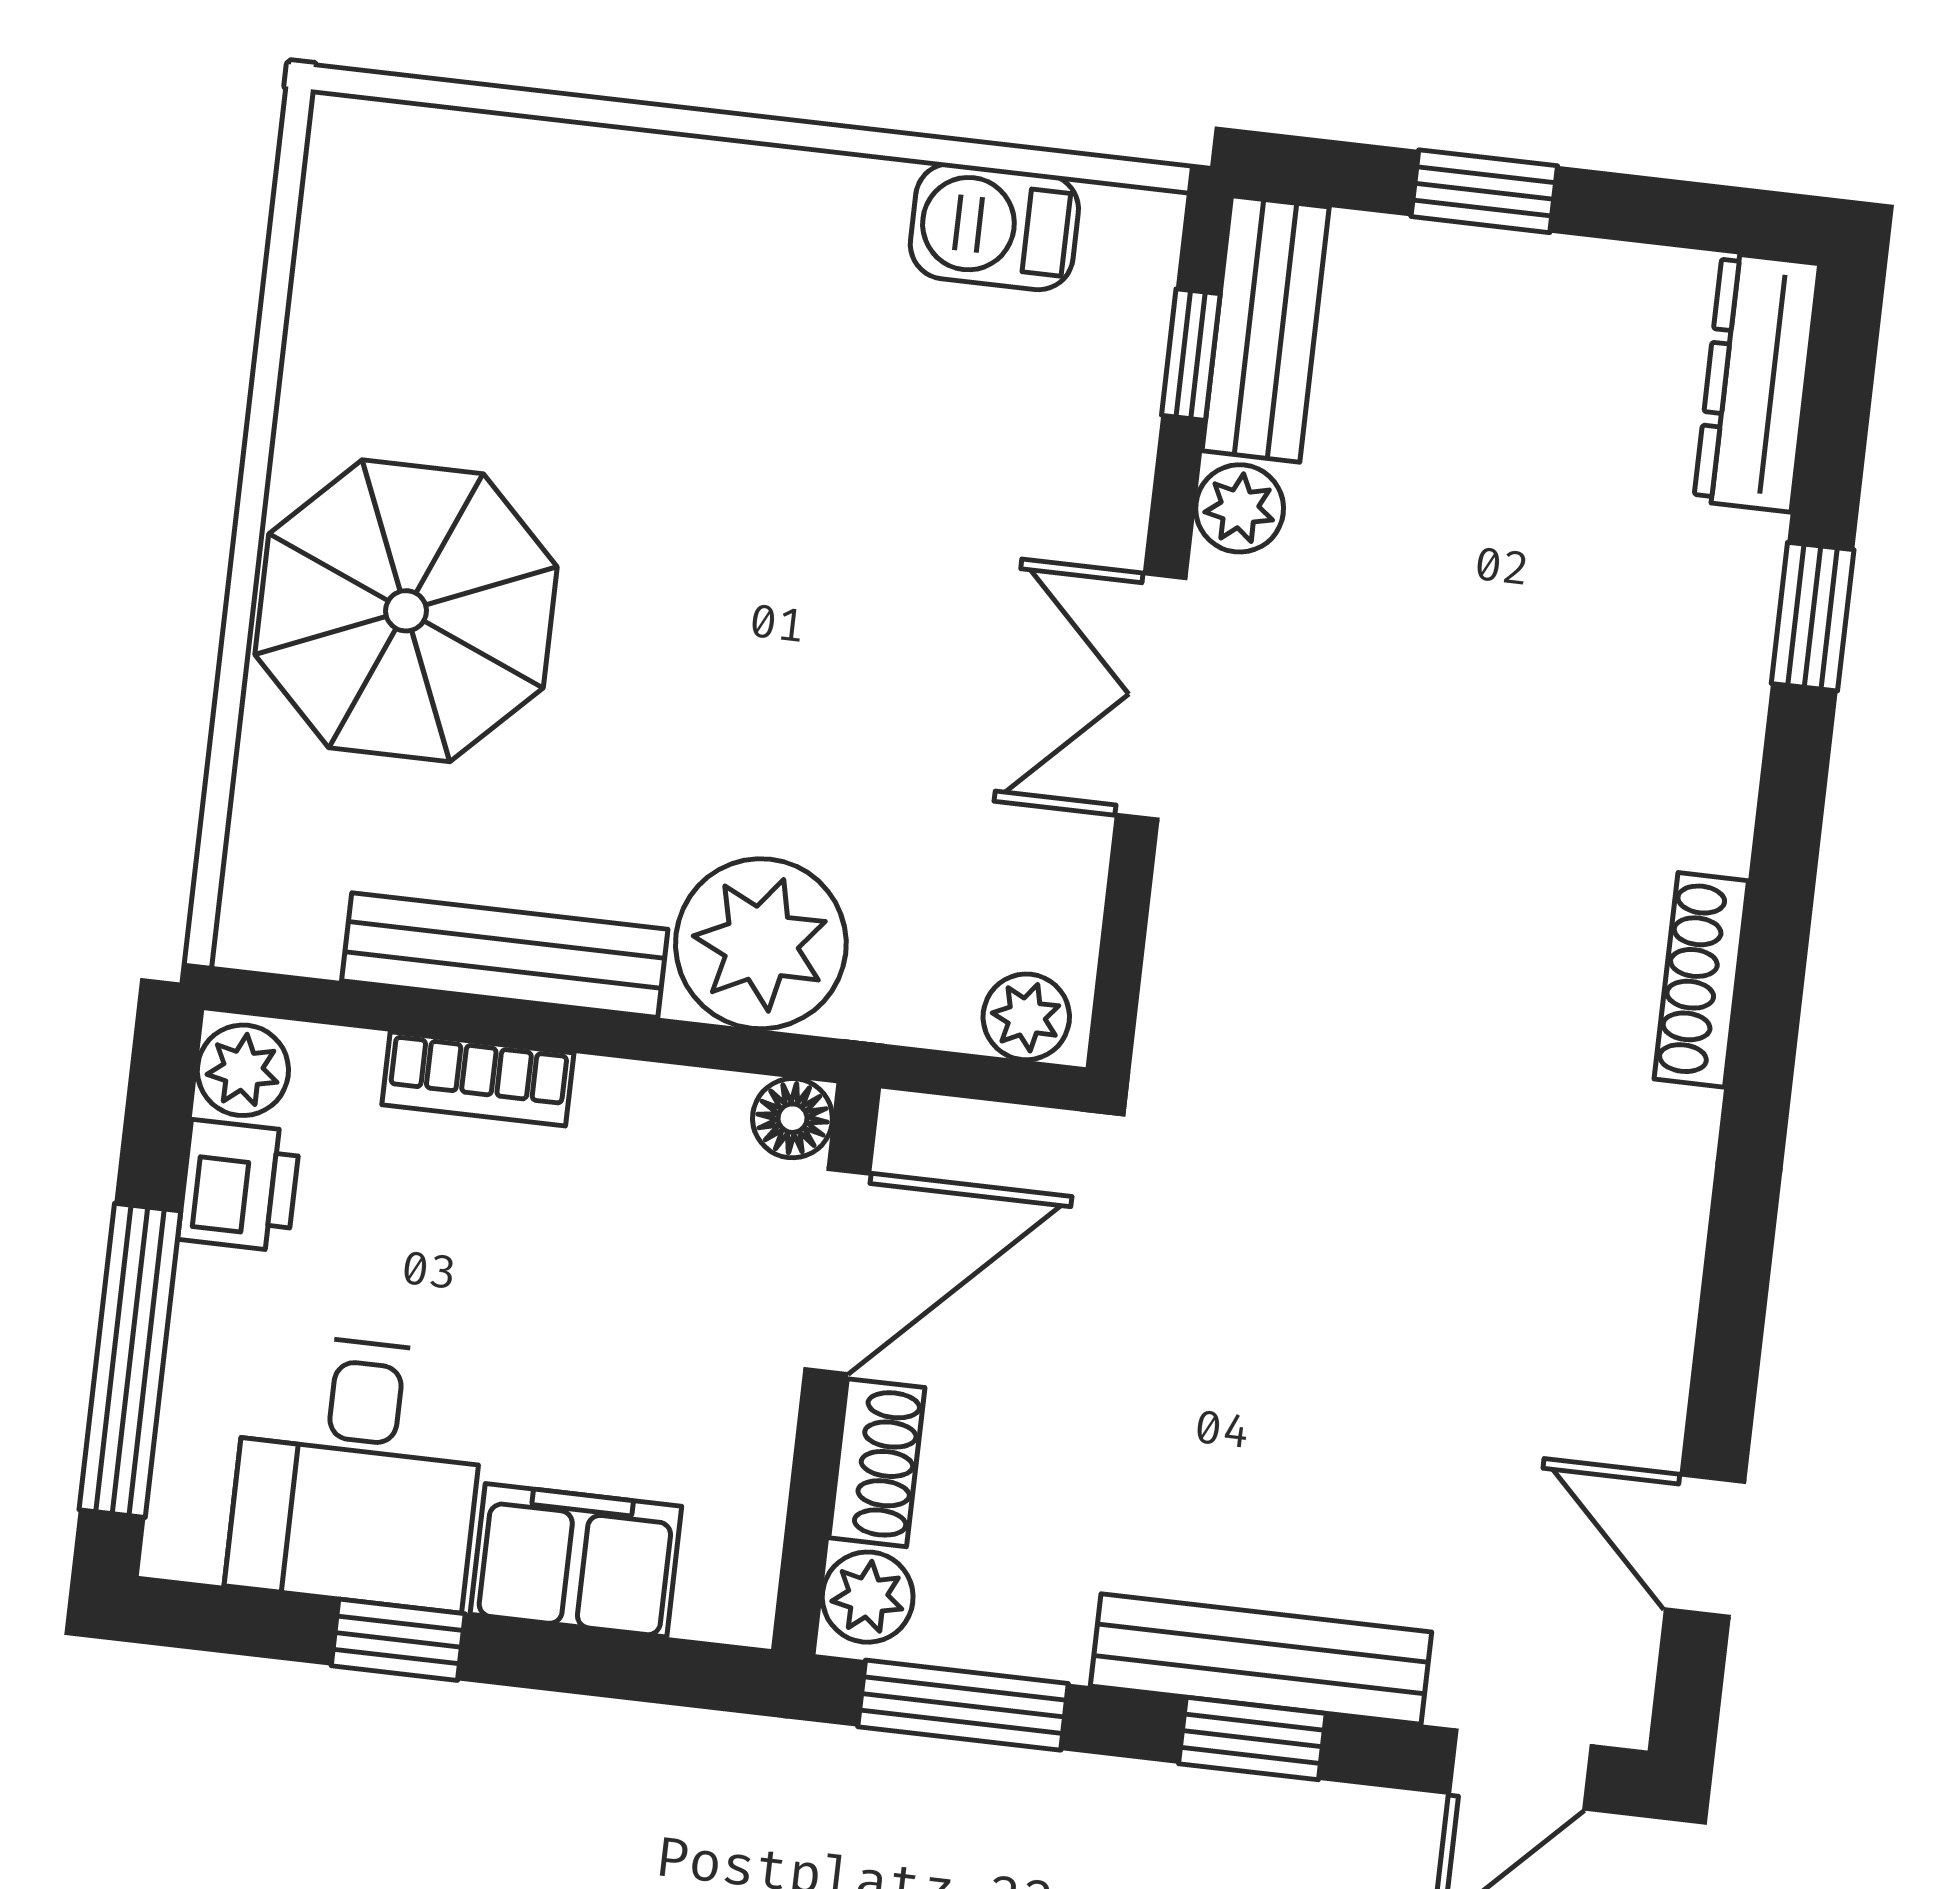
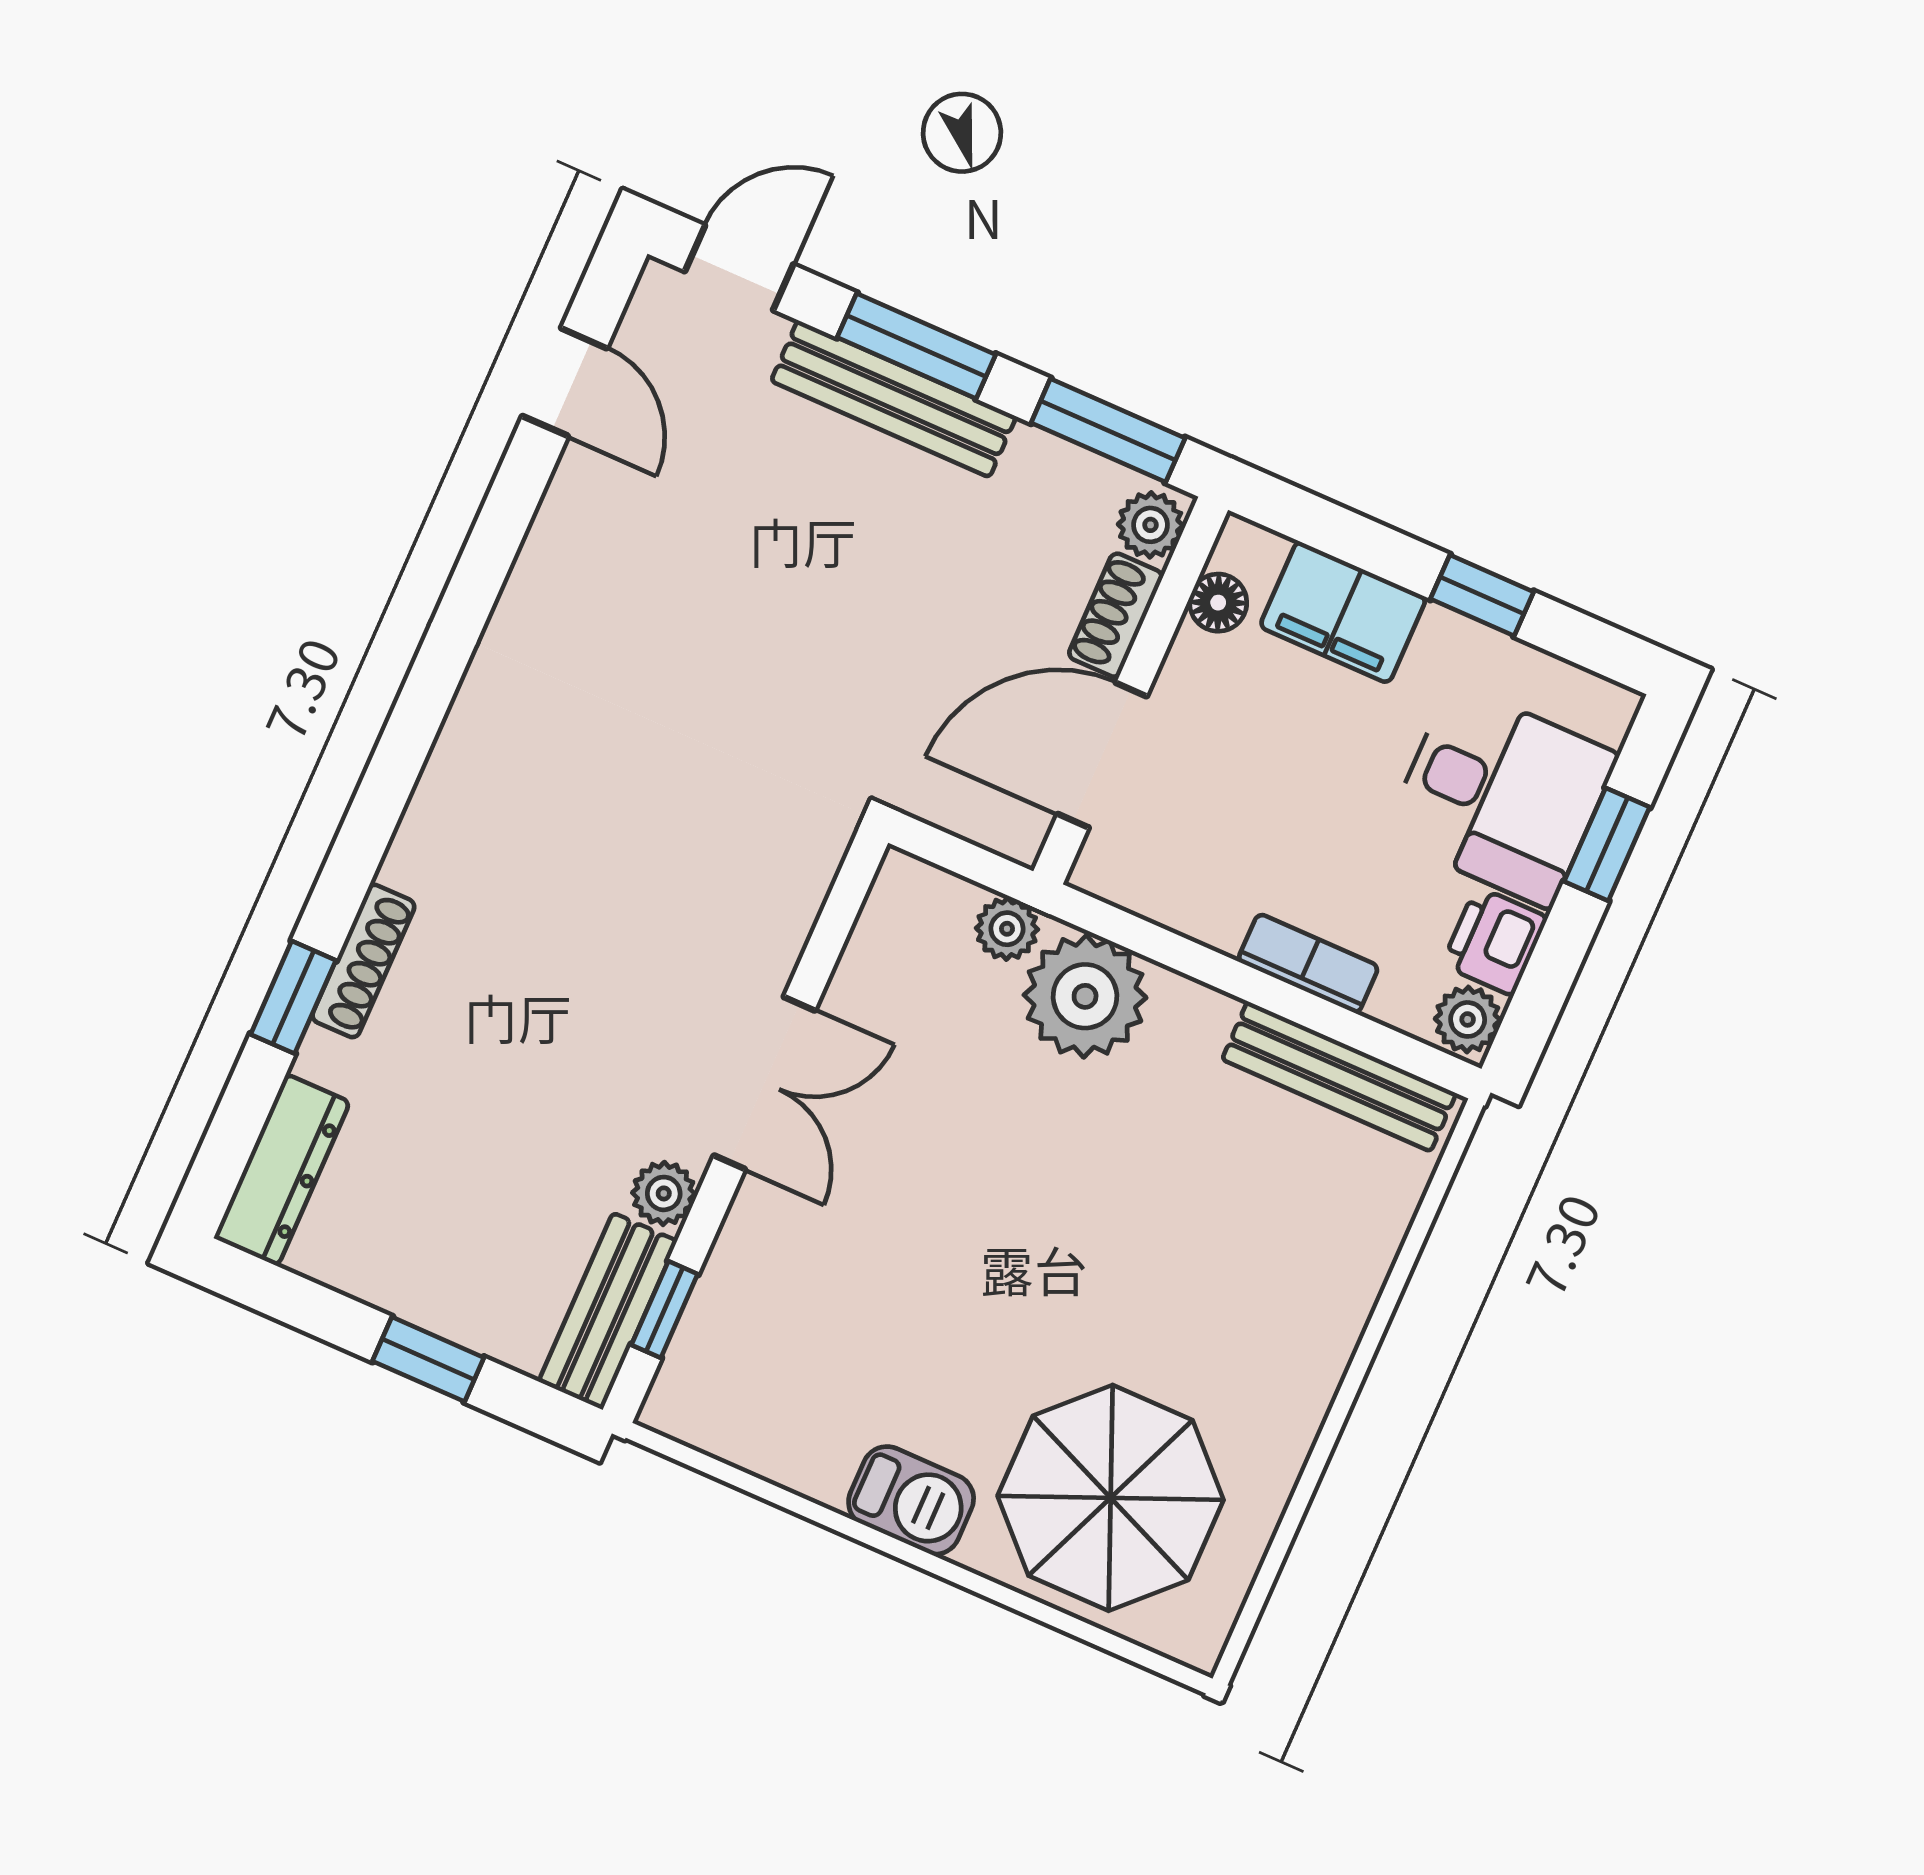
barbecue: (994, 227) -> (911, 1500), moved
parasol: (406, 611) -> (1111, 1498), moved
bench: (505, 955) -> (1339, 1076), moved
shoe rack: (1701, 980) -> (363, 961), moved
plant: (1026, 1017) -> (1007, 929), moved
floor lamp: (792, 1118) -> (1218, 603), moved
window: (130, 1360) -> (1607, 844), width x0.46
desk: (357, 1472) -> (1501, 795), moved, turned 90
window: (1252, 1739) -> (916, 346), width x1.50

